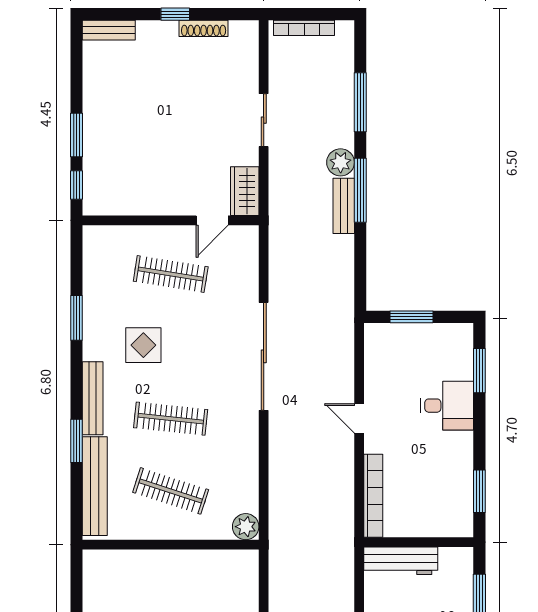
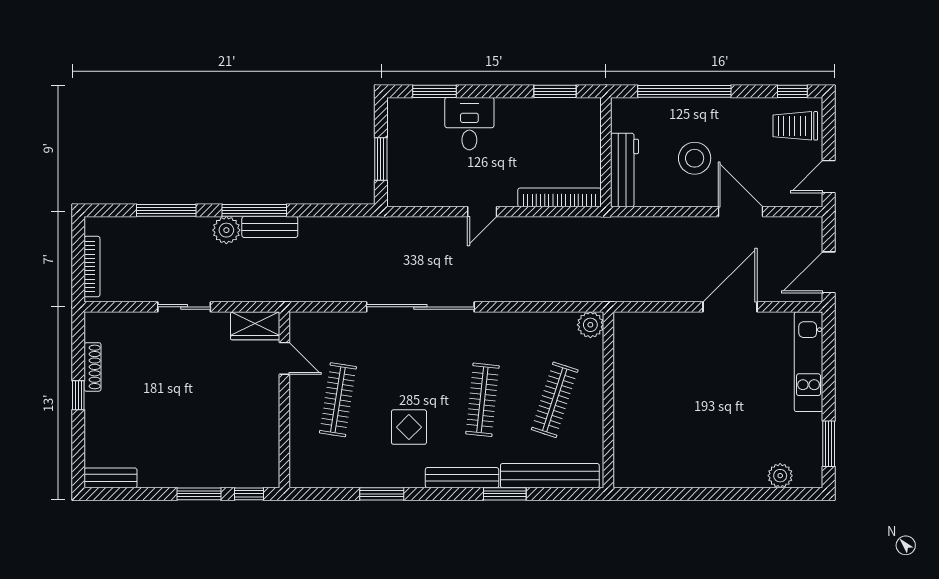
bench: (109, 30) -> (111, 478), moved, turned 90

